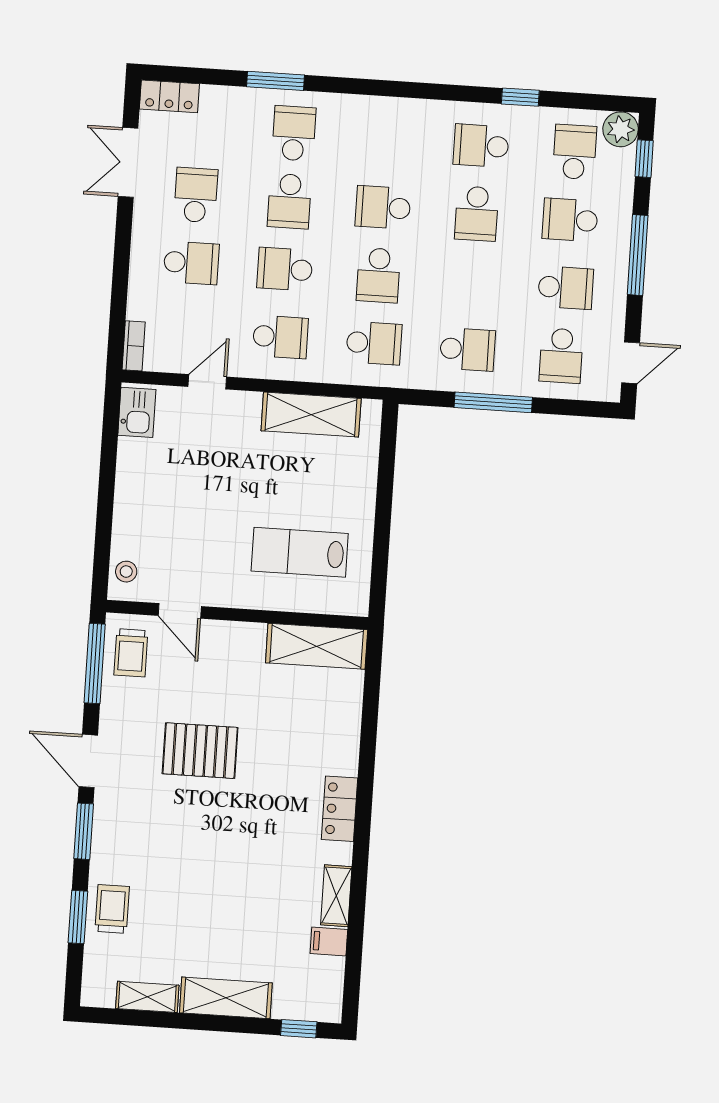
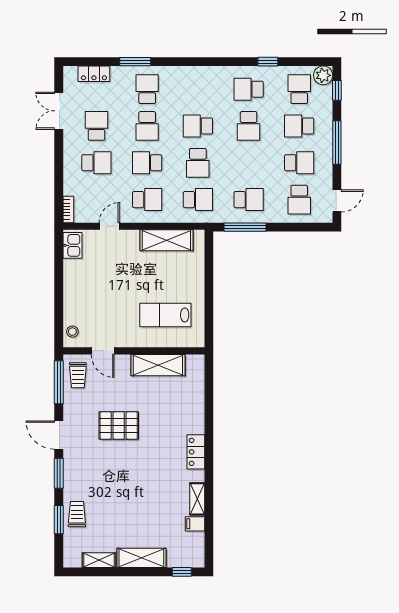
locker: (169, 96) -> (94, 74), moved
window: (493, 402) -> (245, 227), moved
shelving: (317, 646) -> (158, 365), moved

